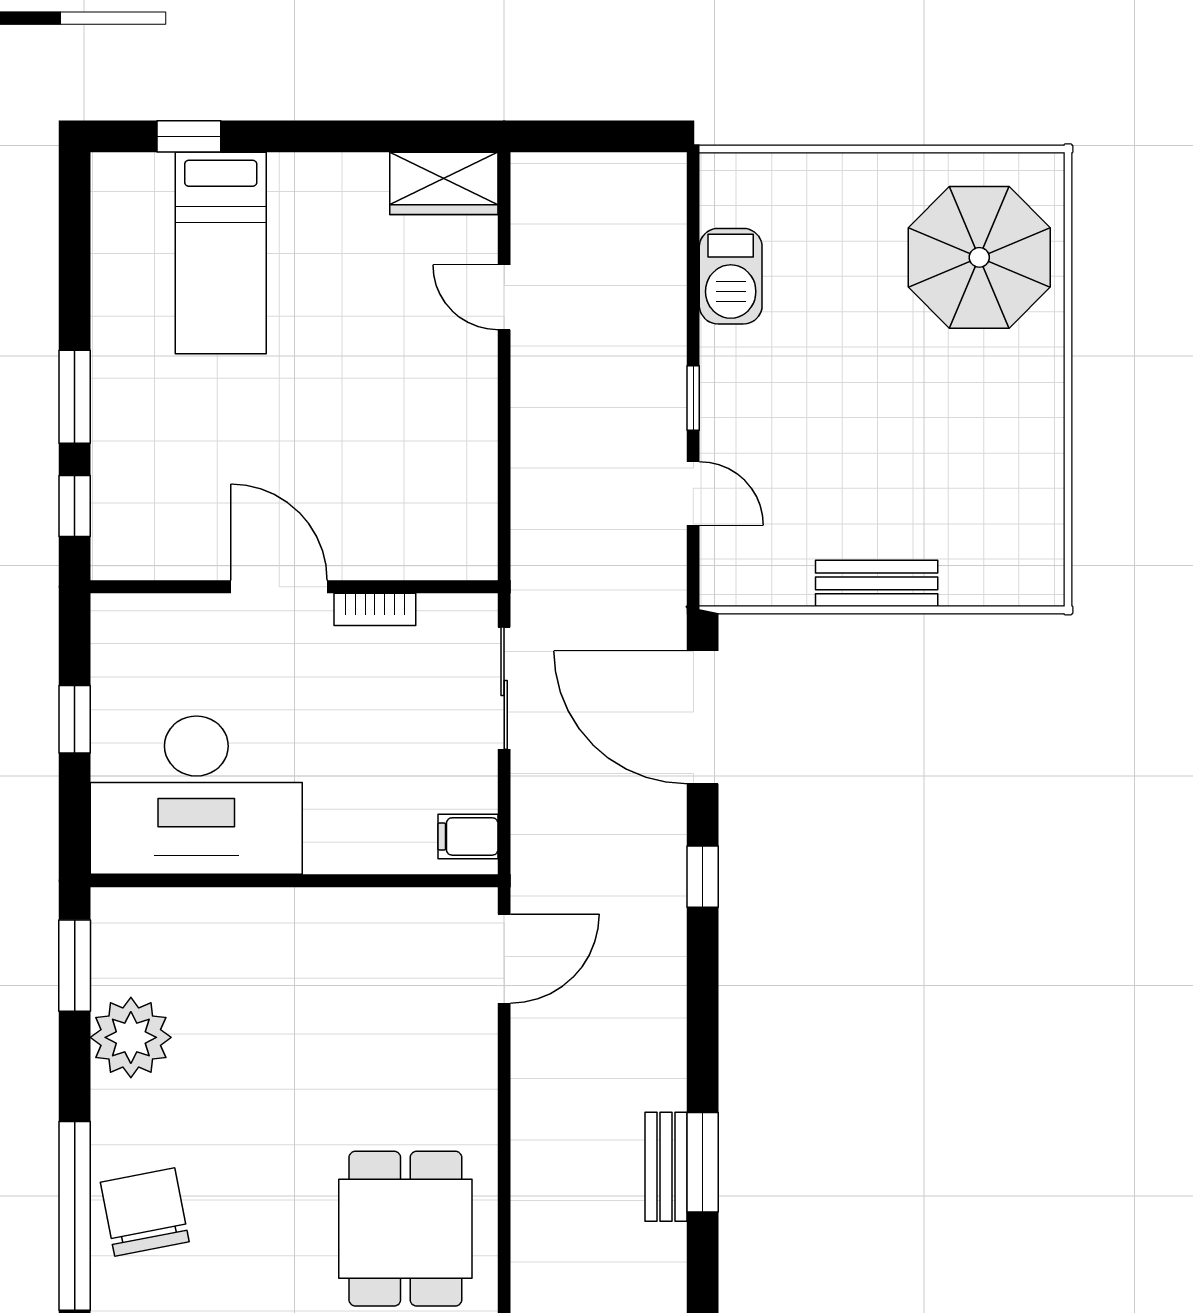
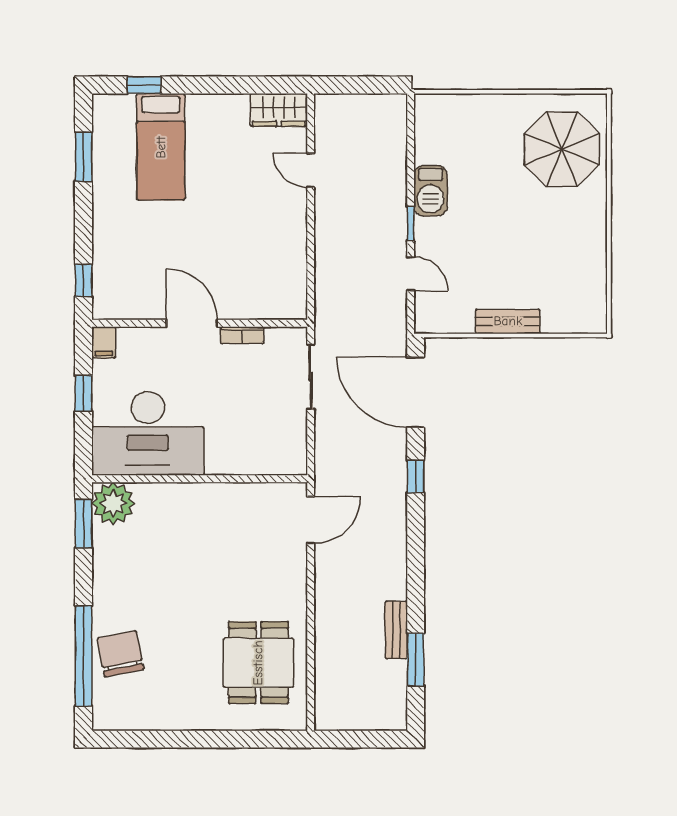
barbecue: (731, 276) -> (430, 191), moved
window: (75, 397) -> (84, 157), moved
filing cabinet: (468, 836) -> (104, 342), moved, turned -90
plant: (131, 1037) -> (113, 503), moved
window: (703, 1162) -> (416, 660), moved

